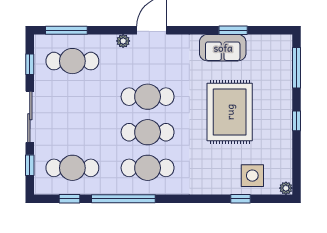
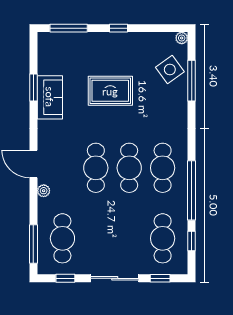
rug: (230, 112) -> (110, 91), width x0.73, depth x0.69
side table: (252, 176) -> (170, 70), turned -36
window: (240, 199) -> (192, 81), width x2.17

